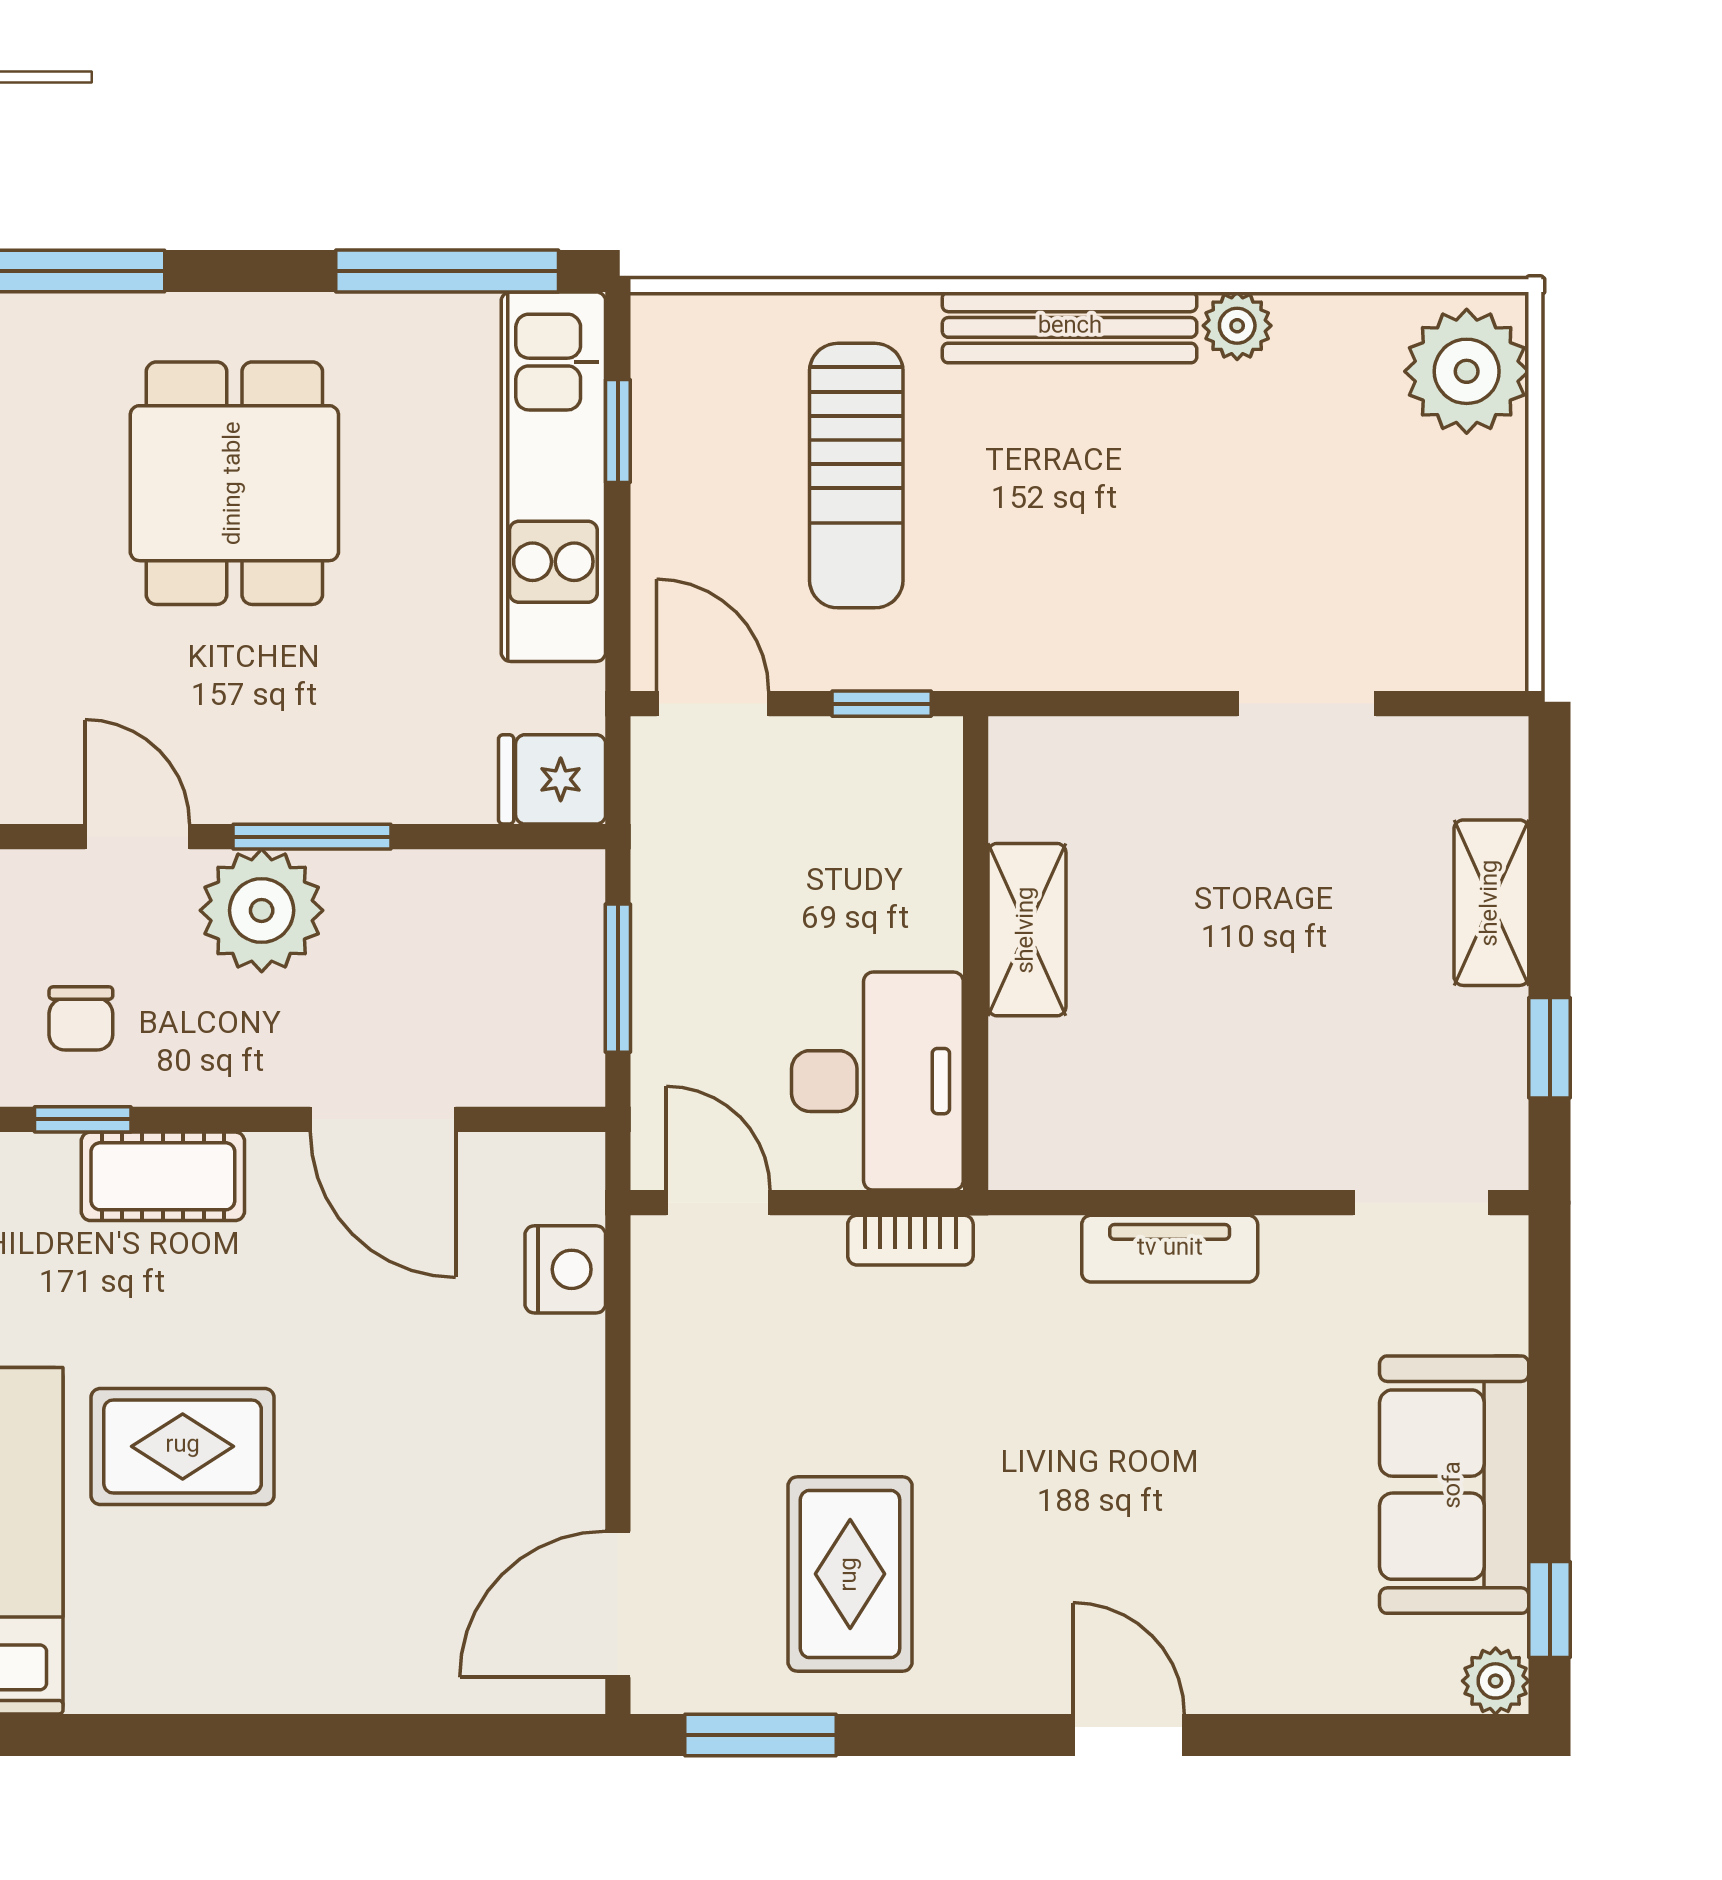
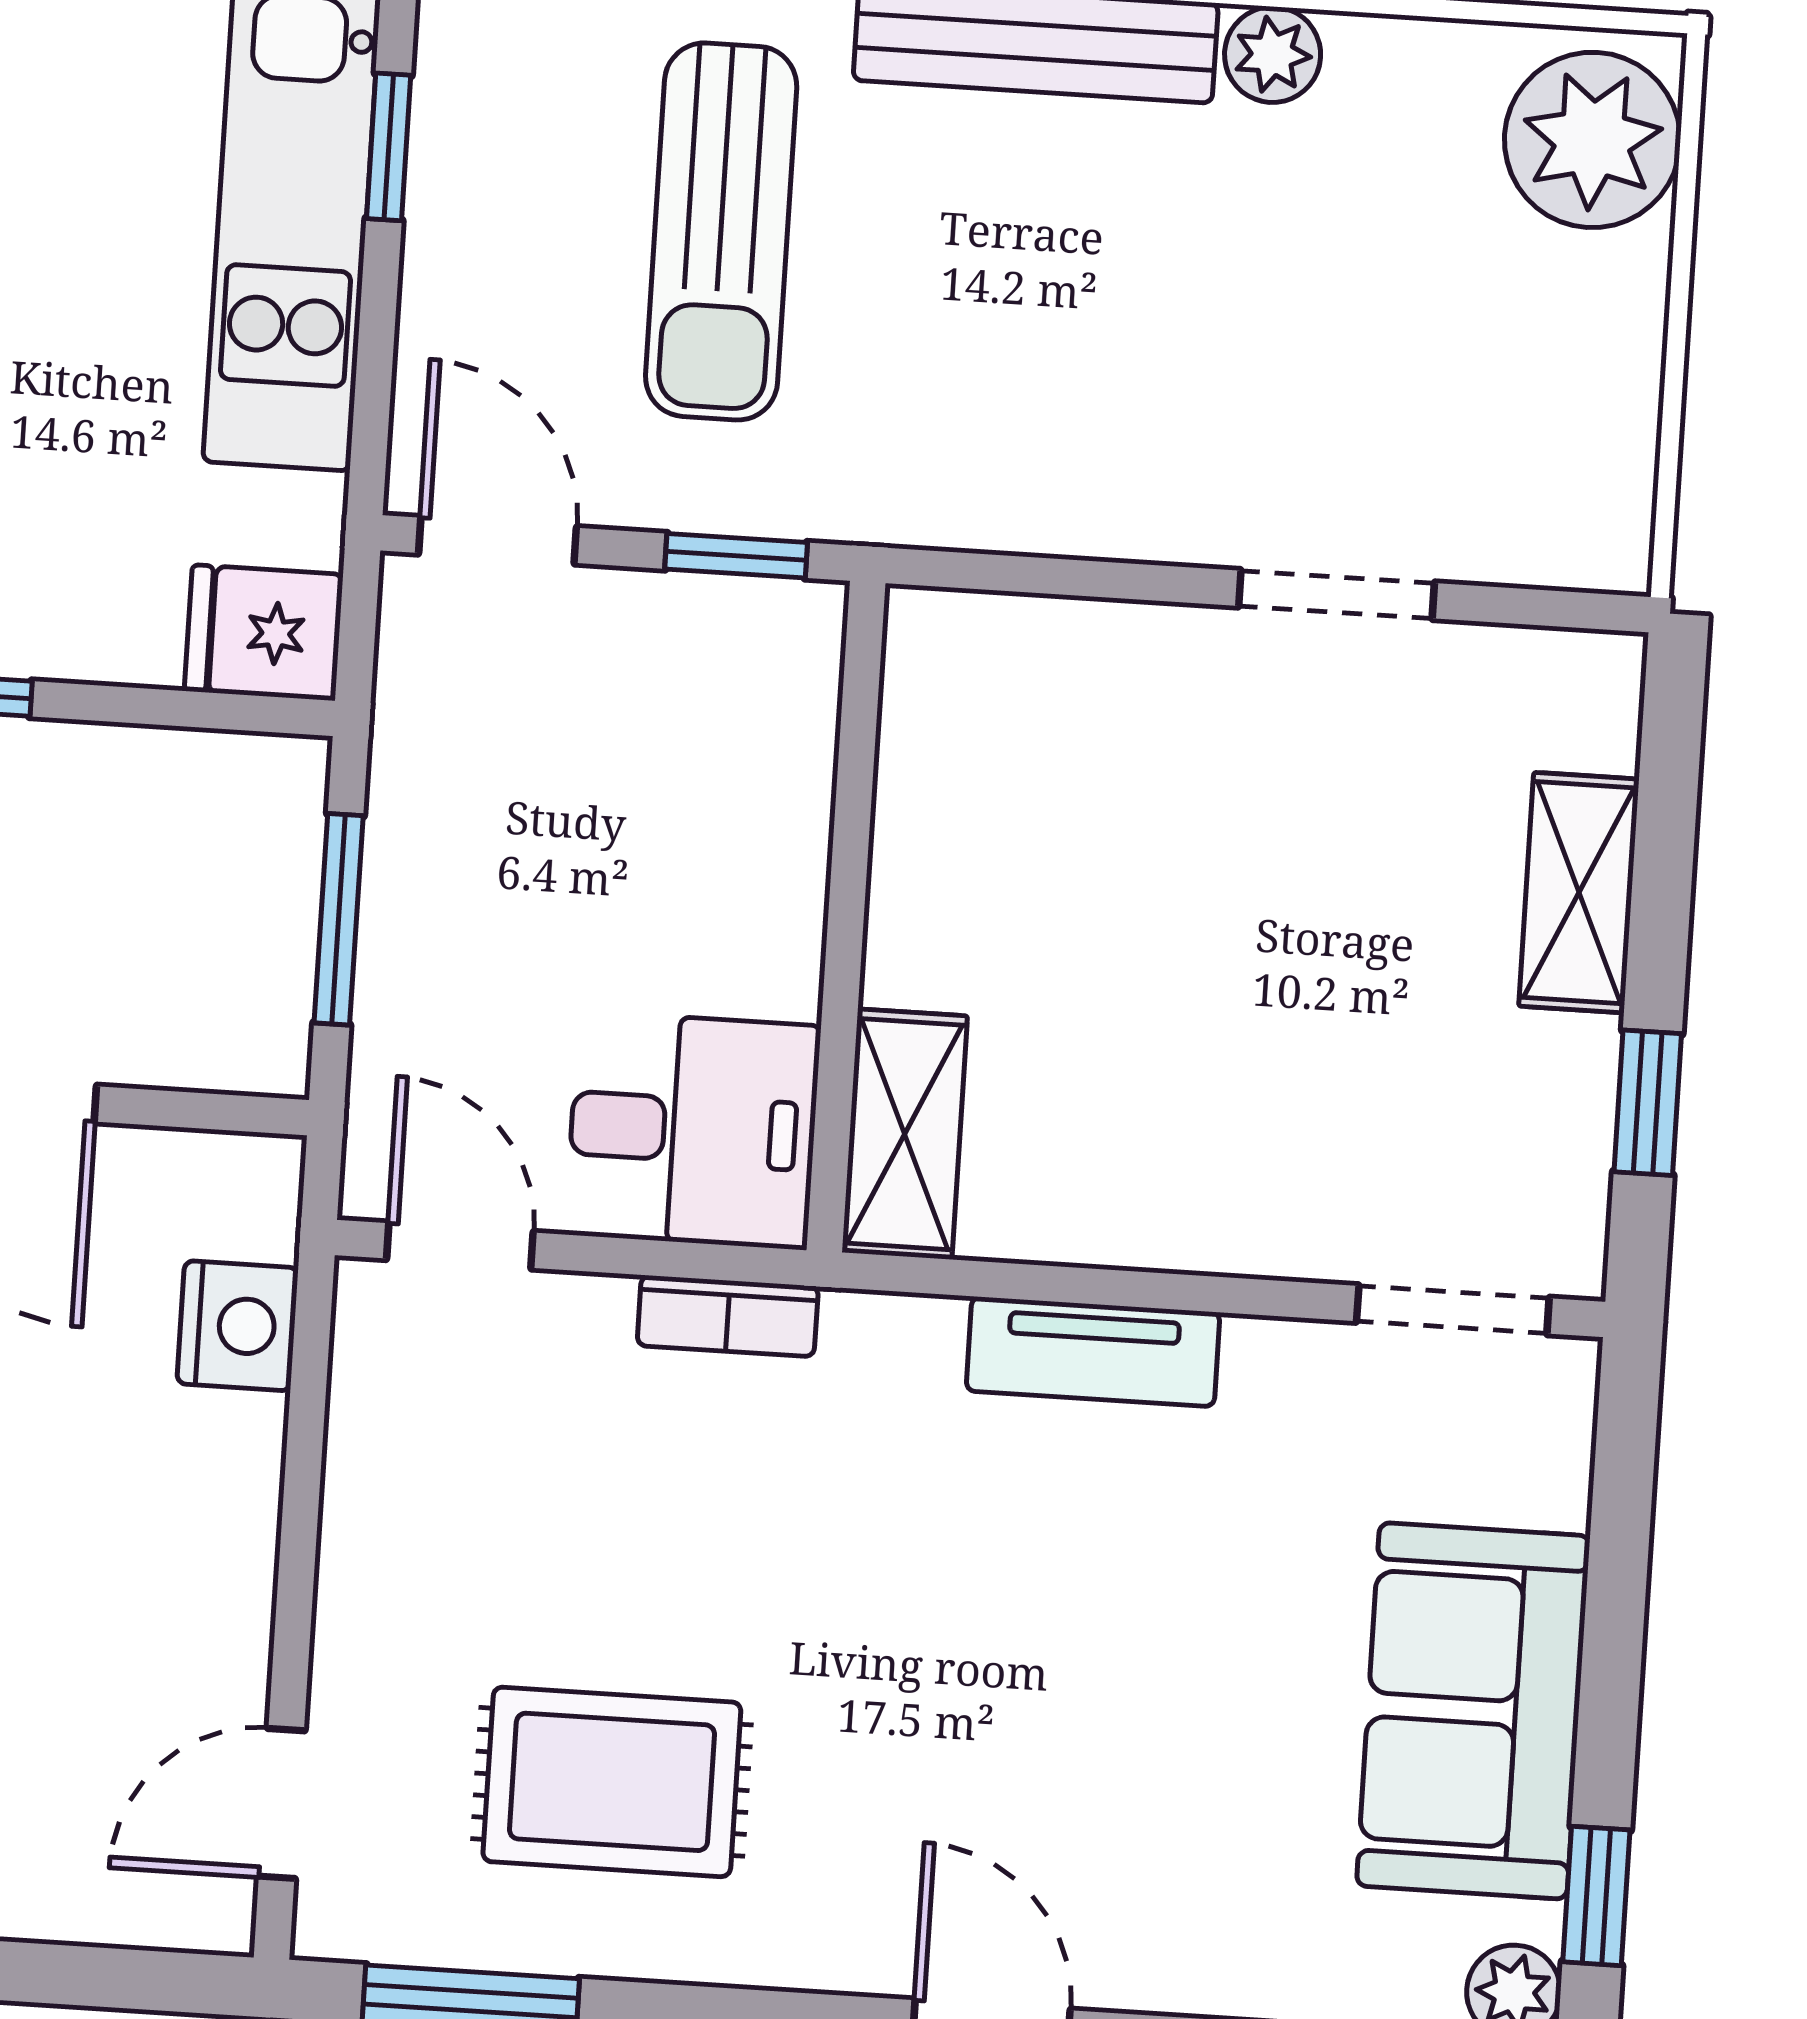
shelving: (1027, 930) -> (905, 1134), moved
desk: (877, 1081) -> (693, 1130), width x0.73
rug: (850, 1574) -> (612, 1782), turned 90
door: (618, 1604) -> (281, 1804), width x0.73

